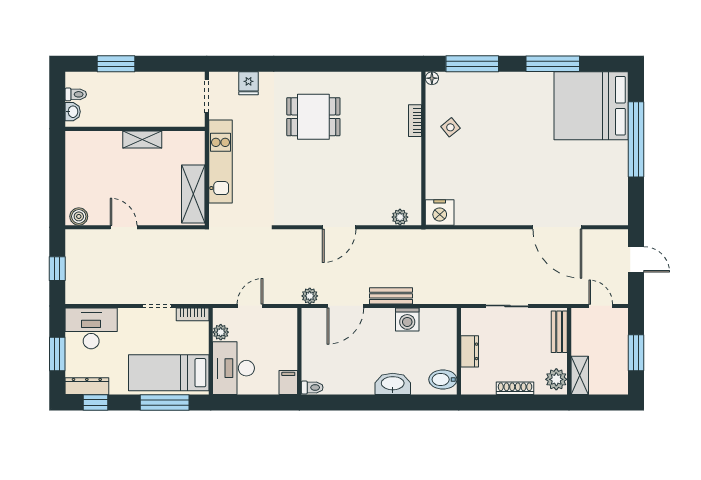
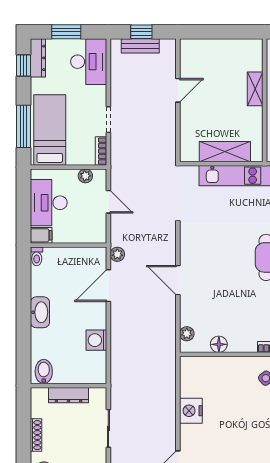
shelving: (142, 139) -> (255, 89), moved
floor lamp: (412, 181) -> (219, 344), added
shelving: (193, 194) -> (225, 152), moved
nightstand: (440, 212) -> (191, 411), moved
boiler: (79, 216) -> (187, 51), removed
bench: (391, 296) -> (140, 46), moved, turned 90
door: (345, 306) -> (108, 286), hinge flipped
dresser: (470, 351) -> (69, 395), width x1.44
desk: (234, 368) -> (49, 203), moved, turned -90
washbasin: (393, 384) -> (40, 312), moved

